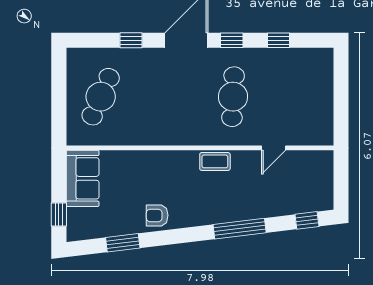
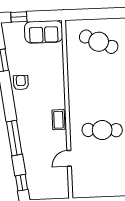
door: (274, 148) -> (69, 158), hinge flipped

